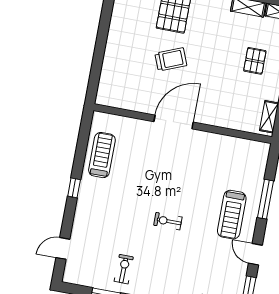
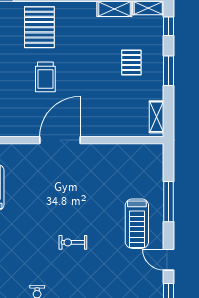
trolley: (171, 59) -> (45, 77), turned 112

